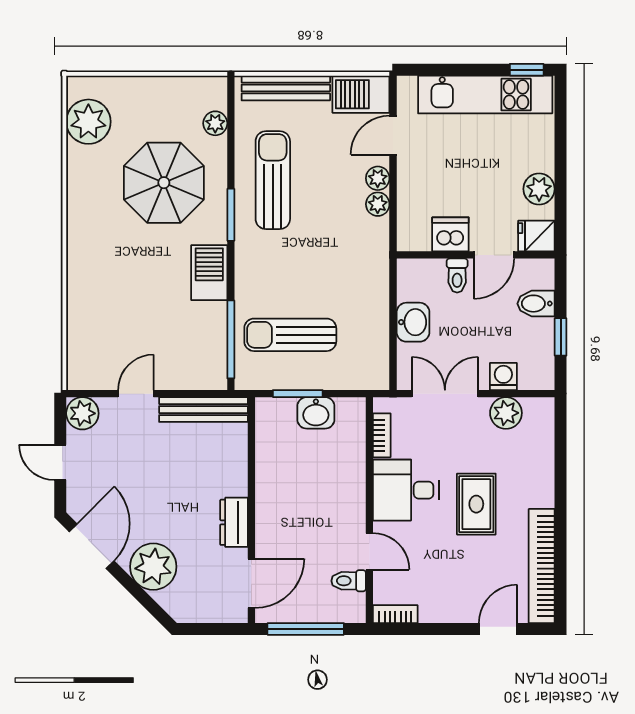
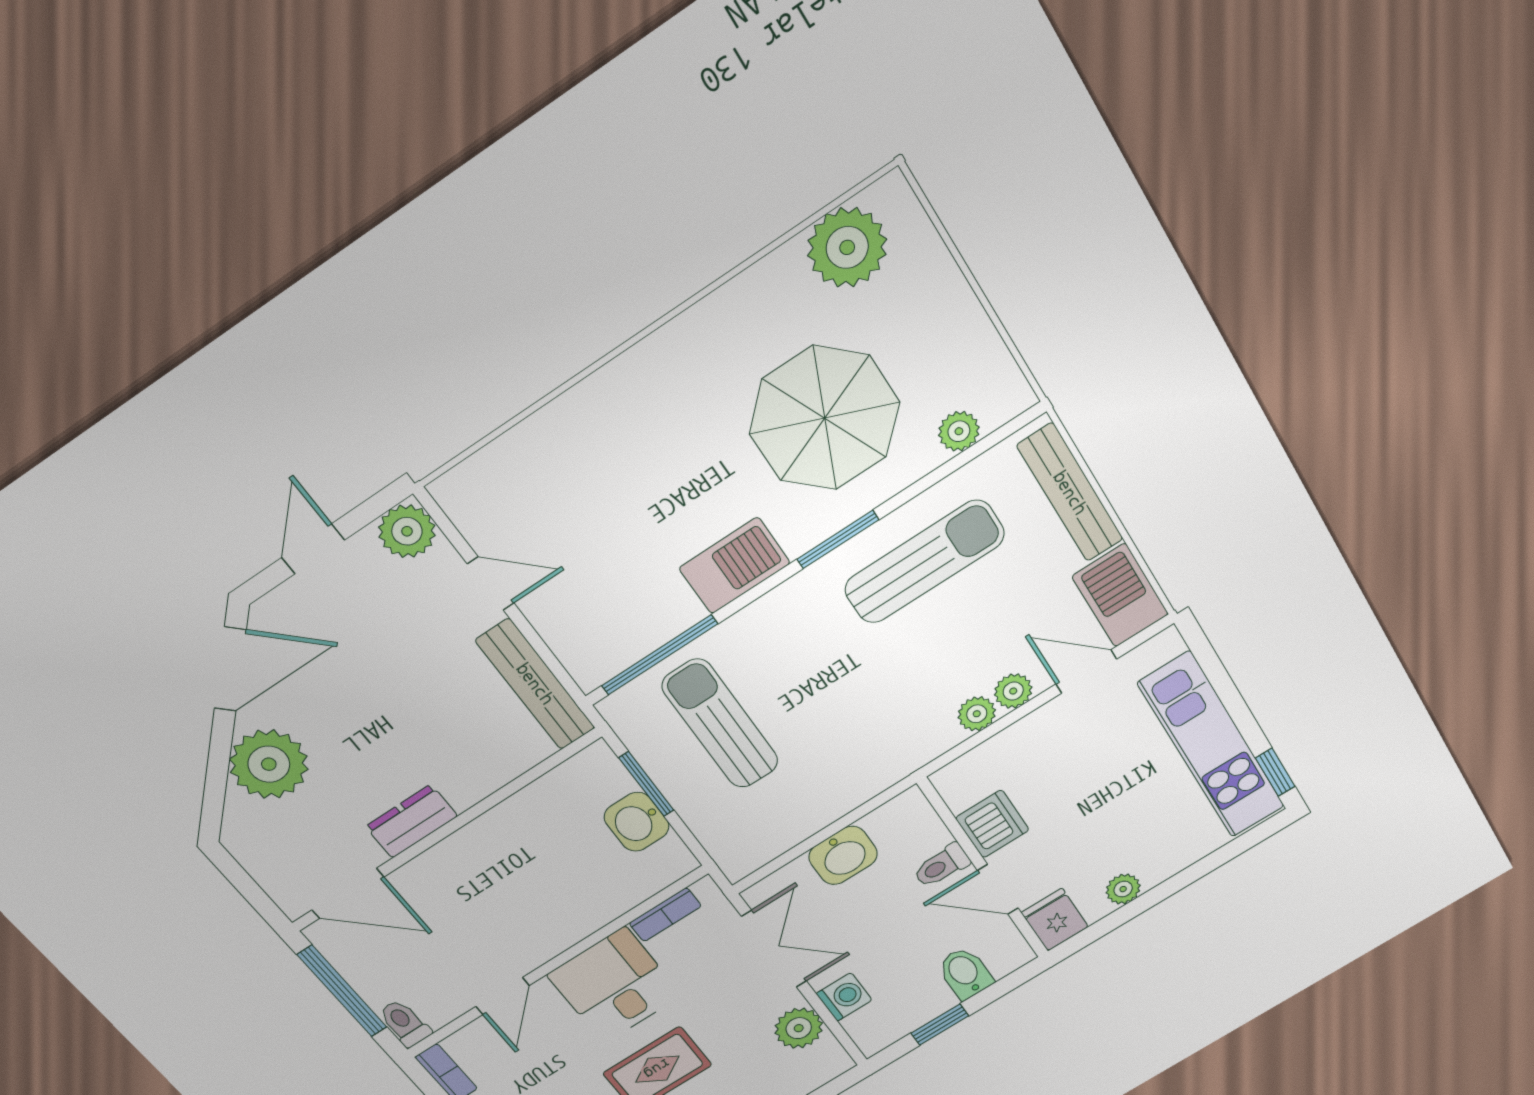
plant: (539, 189) -> (1123, 889), width x0.73, depth x0.73
toilet: (349, 581) -> (405, 1023), moved

